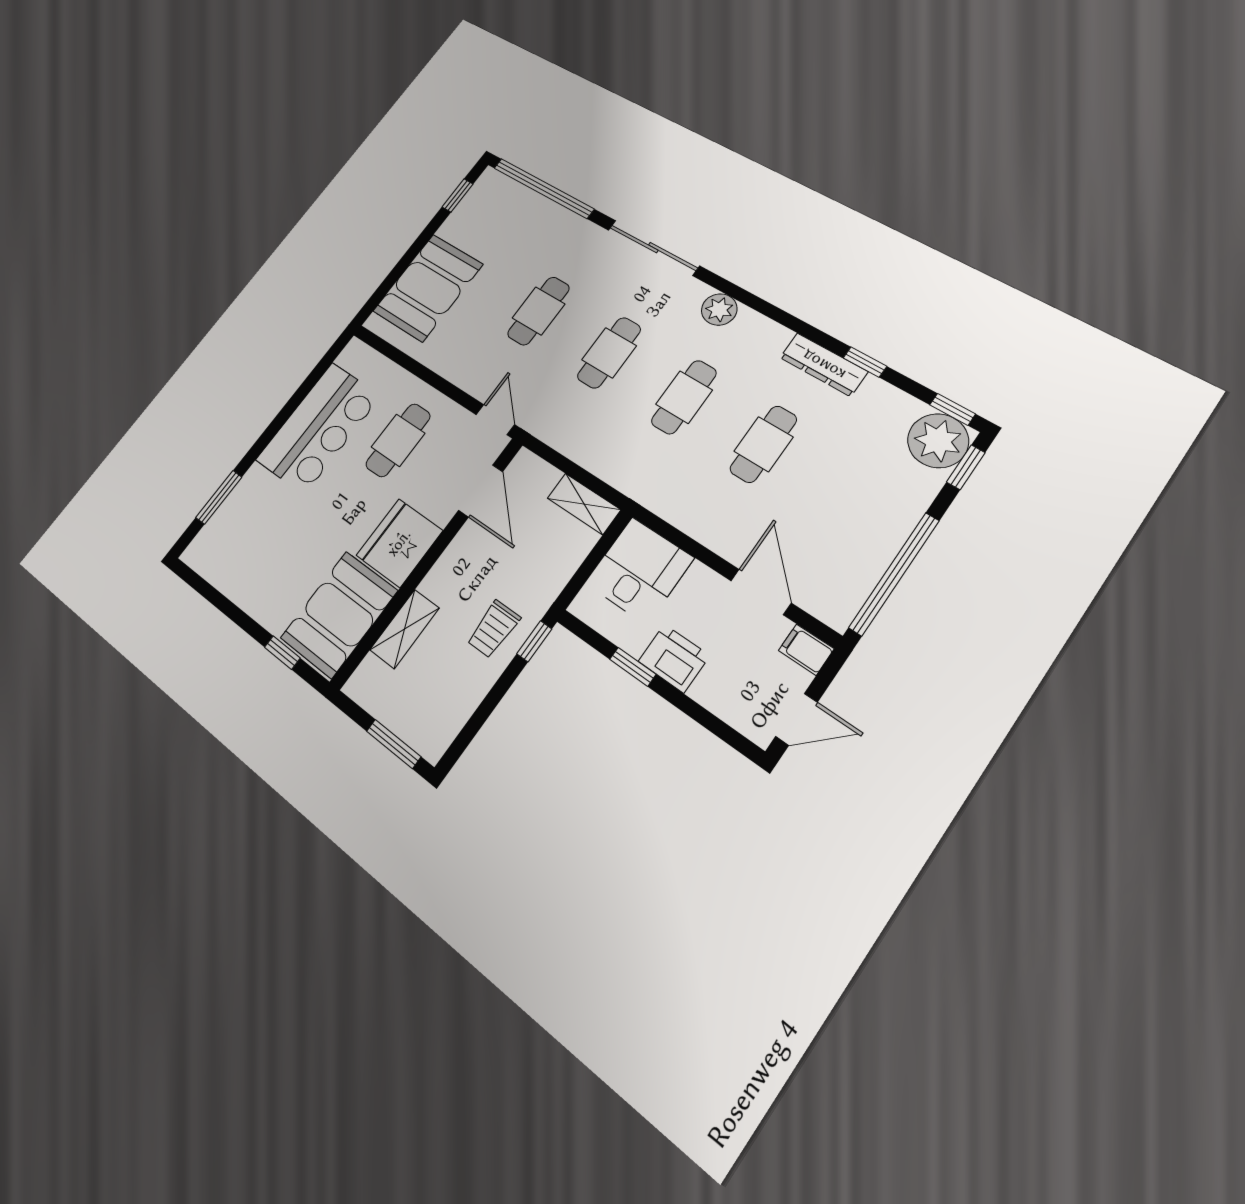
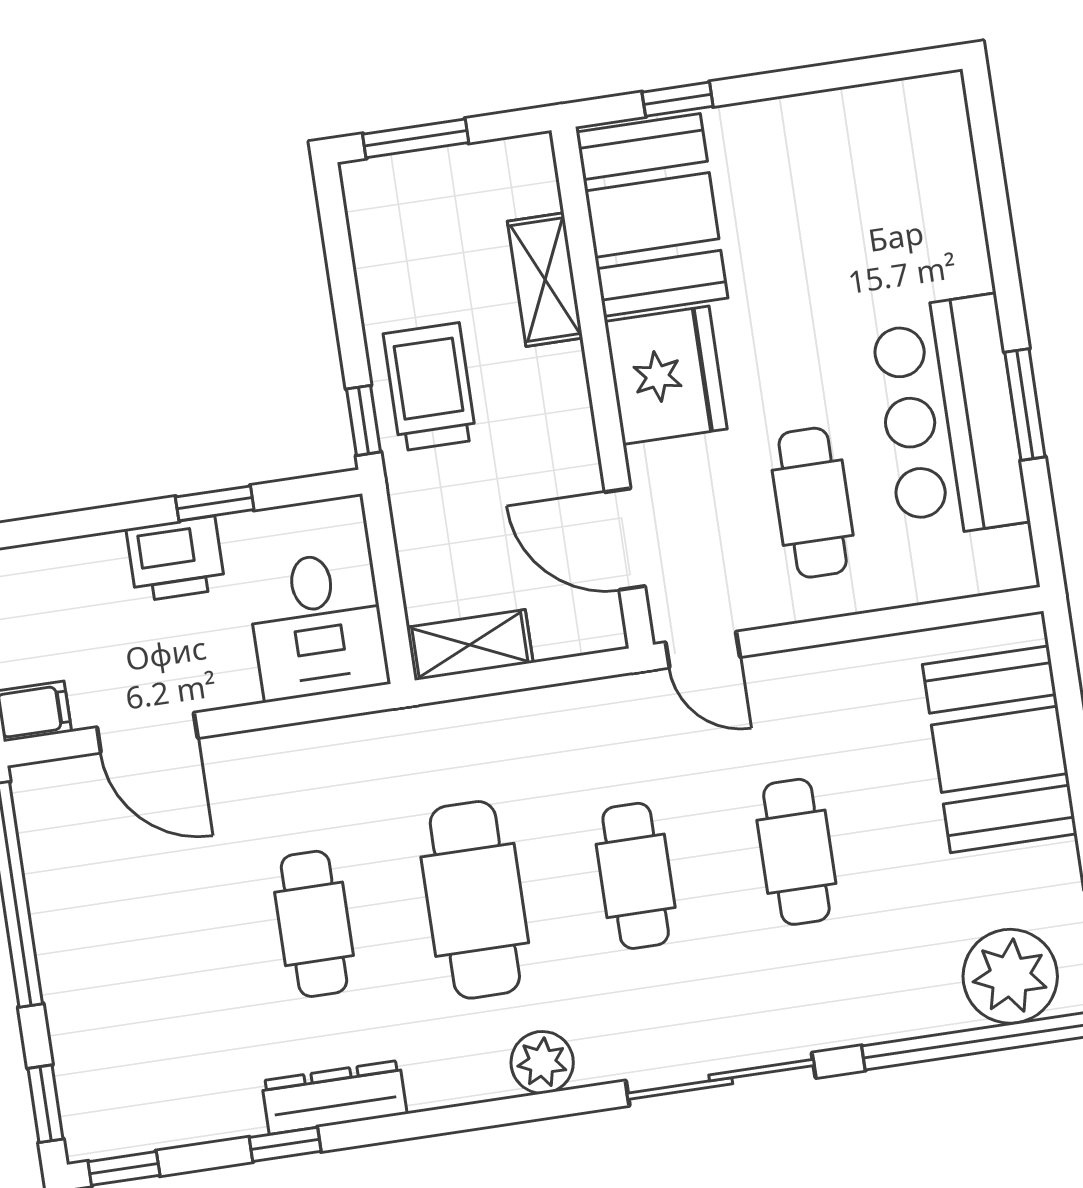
cafe table: (684, 397) -> (475, 900), width x1.37, depth x1.35
plant: (938, 441) -> (1010, 976), moved
window: (219, 497) -> (1025, 404), moved
trolley: (494, 629) -> (430, 387), width x1.36, depth x1.39

